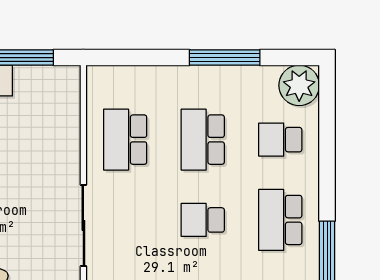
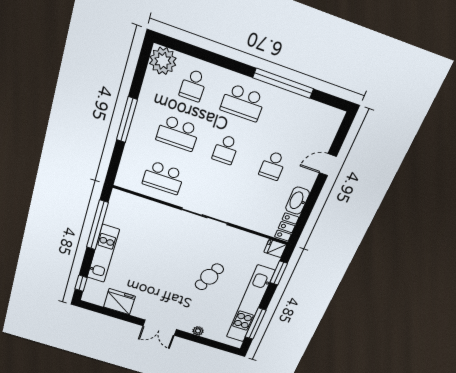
window: (225, 58) -> (127, 120), moved

